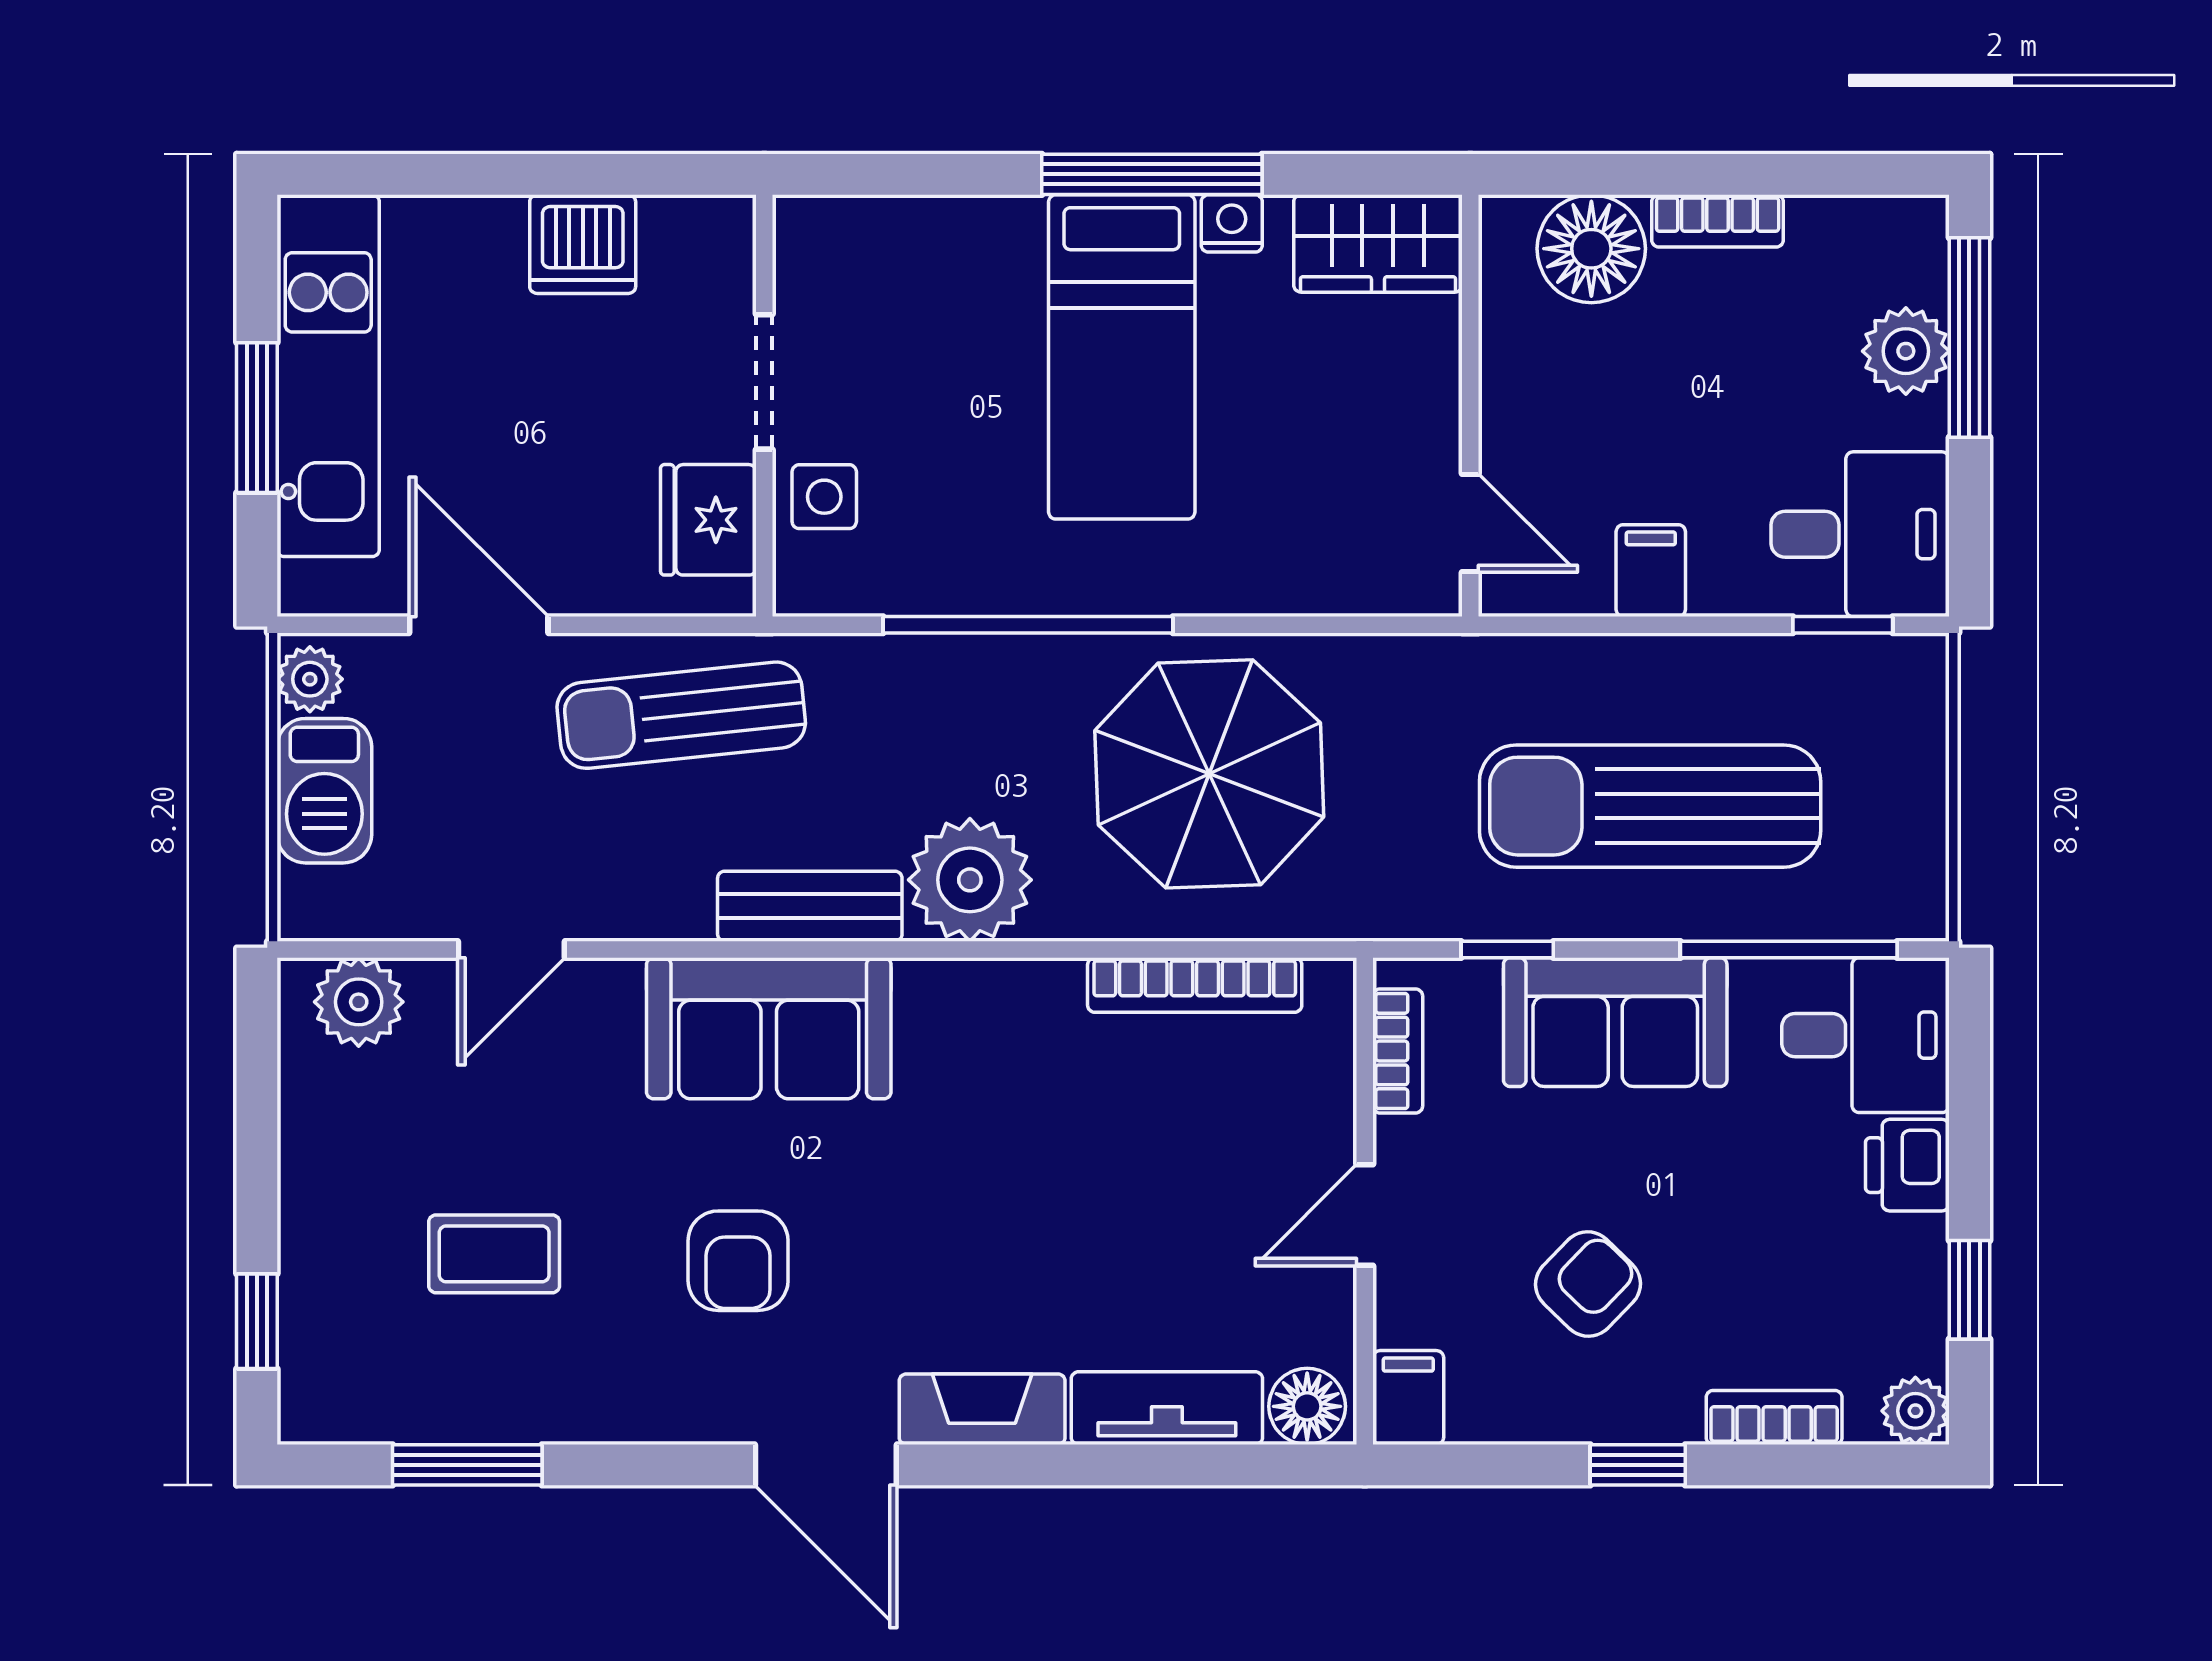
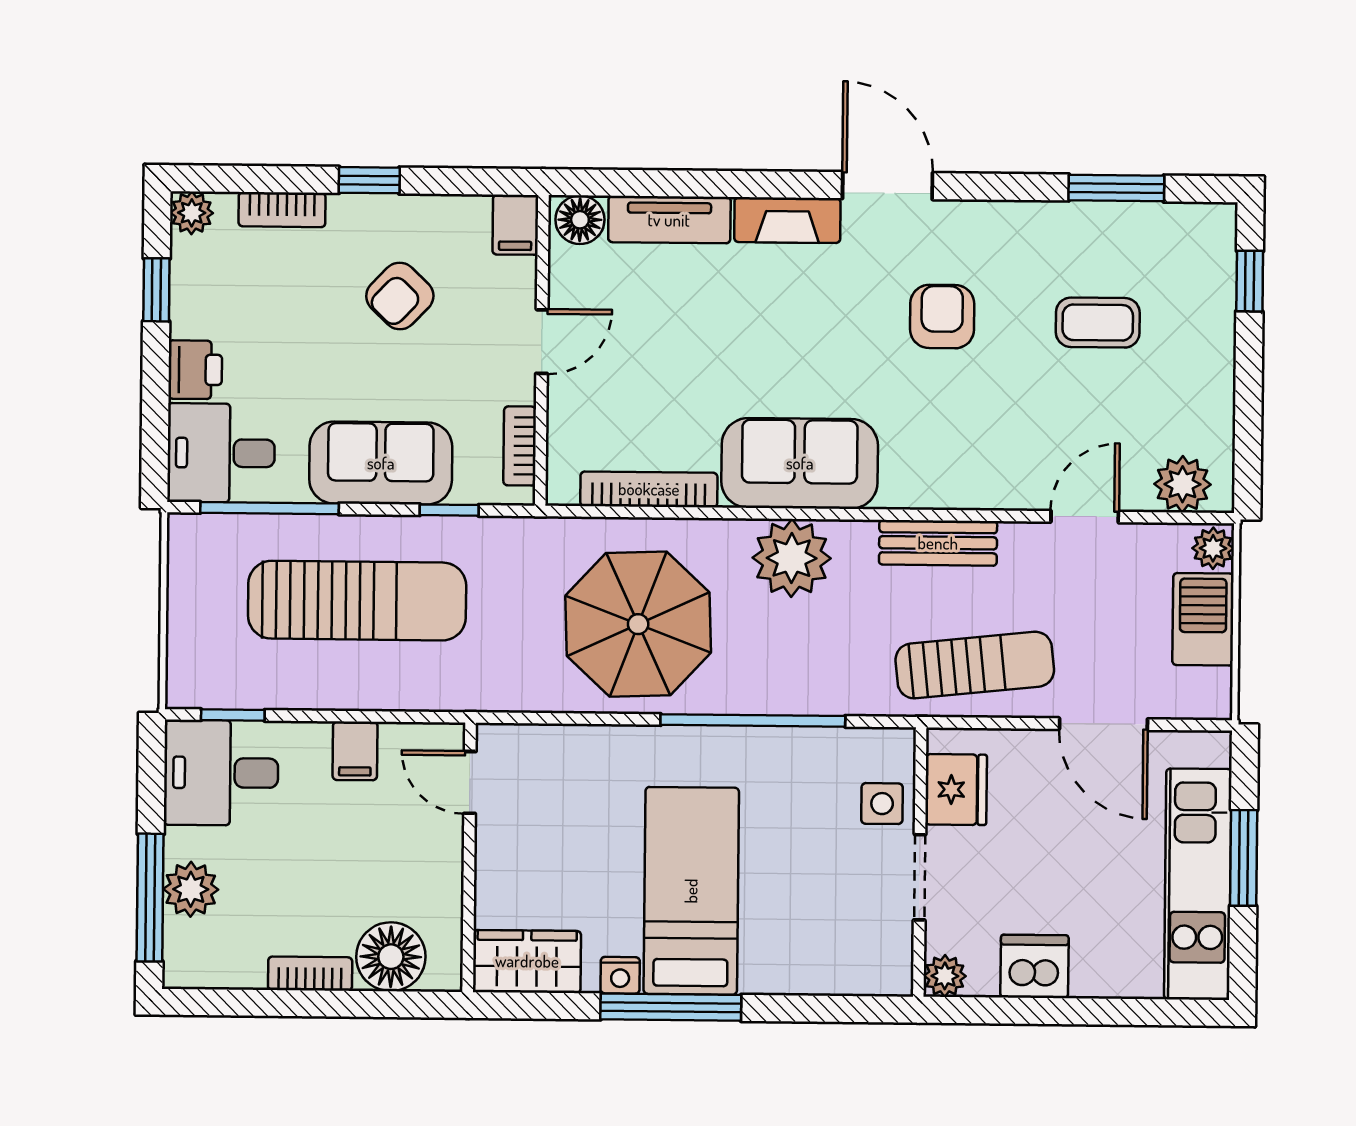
plant: (723, 228) -> (945, 976), added
plant: (310, 679) -> (1213, 548), moved
bench: (810, 906) -> (938, 543), moved
sofa: (769, 1028) -> (800, 463), moved

